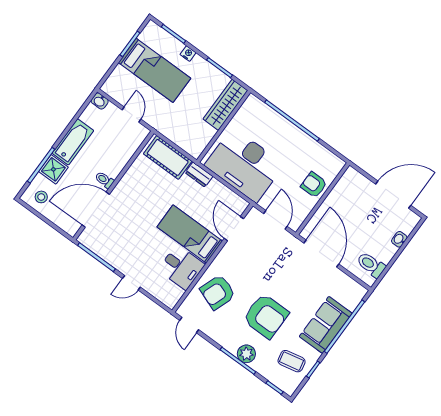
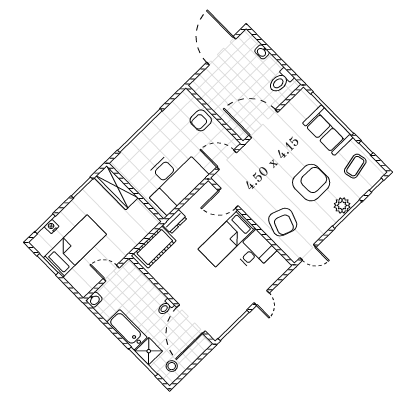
nightstand: (188, 54) -> (52, 227), moved

